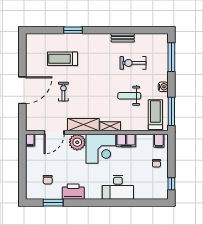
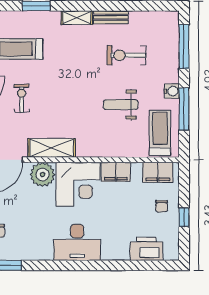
window: (171, 111) -> (184, 109), moved
shelving: (110, 126) -> (77, 18), moved
filing cabinet: (159, 141) -> (158, 172), width x2.00
window: (171, 184) -> (184, 217), moved
desk: (118, 187) -> (77, 242), moved
printer: (73, 192) -> (146, 249), moved

